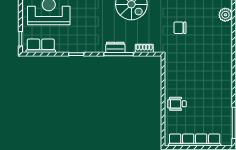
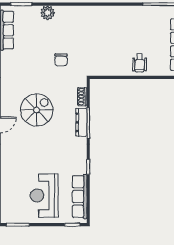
row of seats: (41, 46) -> (80, 197), width x1.48
dresser: (115, 47) -> (81, 122), width x1.44

